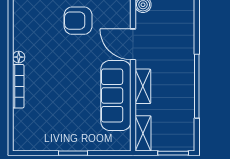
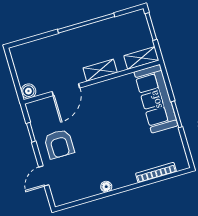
bookcase: (18, 86) -> (156, 172), moved
sofa: (116, 95) -> (156, 99), moved, turned 90

